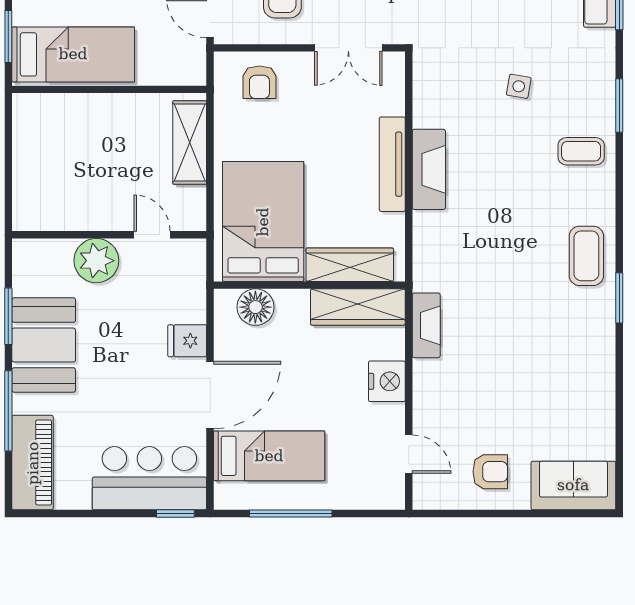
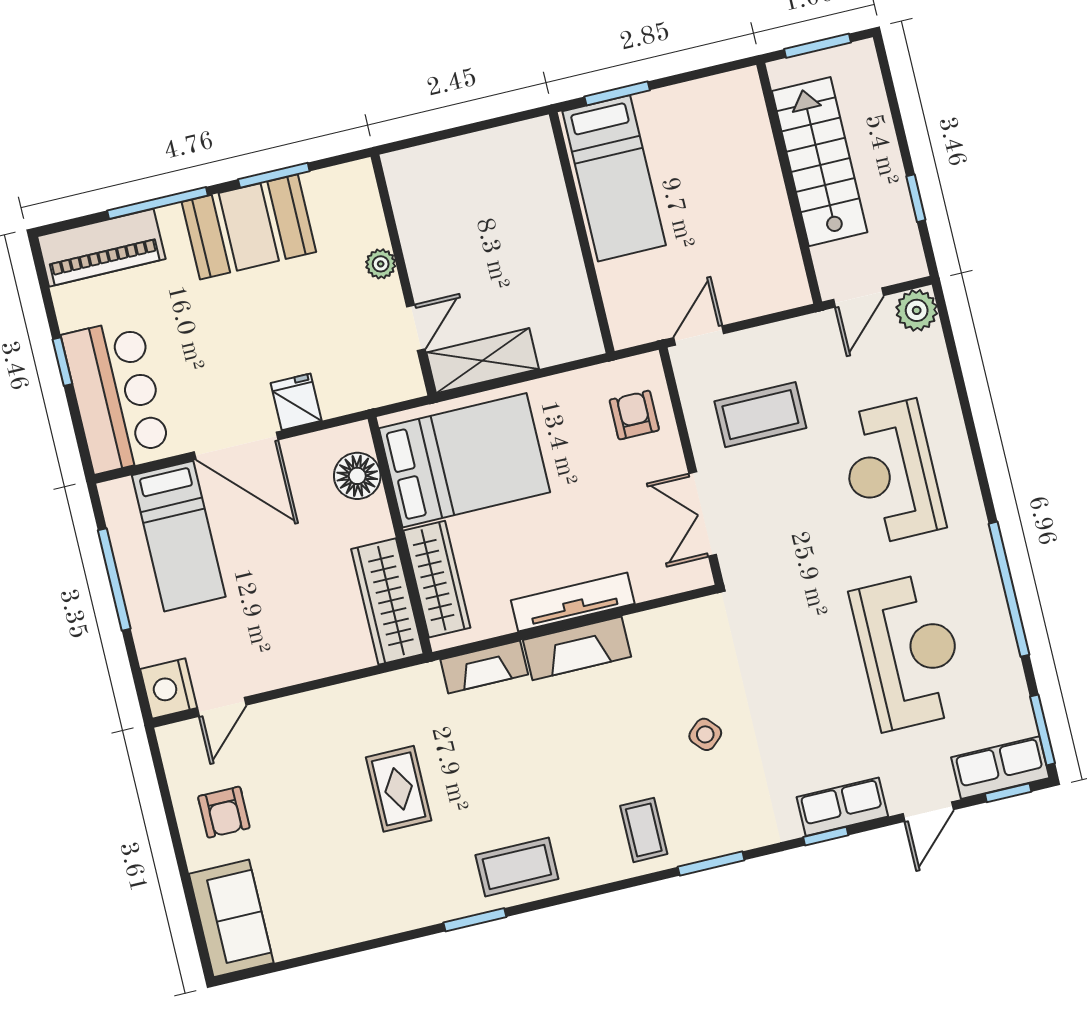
armchair: (259, 82) -> (634, 415), turned 90
side table: (519, 86) -> (705, 734), turned 38
shelving: (190, 143) -> (483, 361), moved
plant: (96, 261) -> (381, 264), width x0.53, depth x0.53
fireplace: (426, 325) -> (484, 667), moved
rug: (504, 333) -> (399, 789), added
nightstand: (387, 381) -> (169, 688), moved, turned 90
window: (175, 513) -> (62, 362), moved

